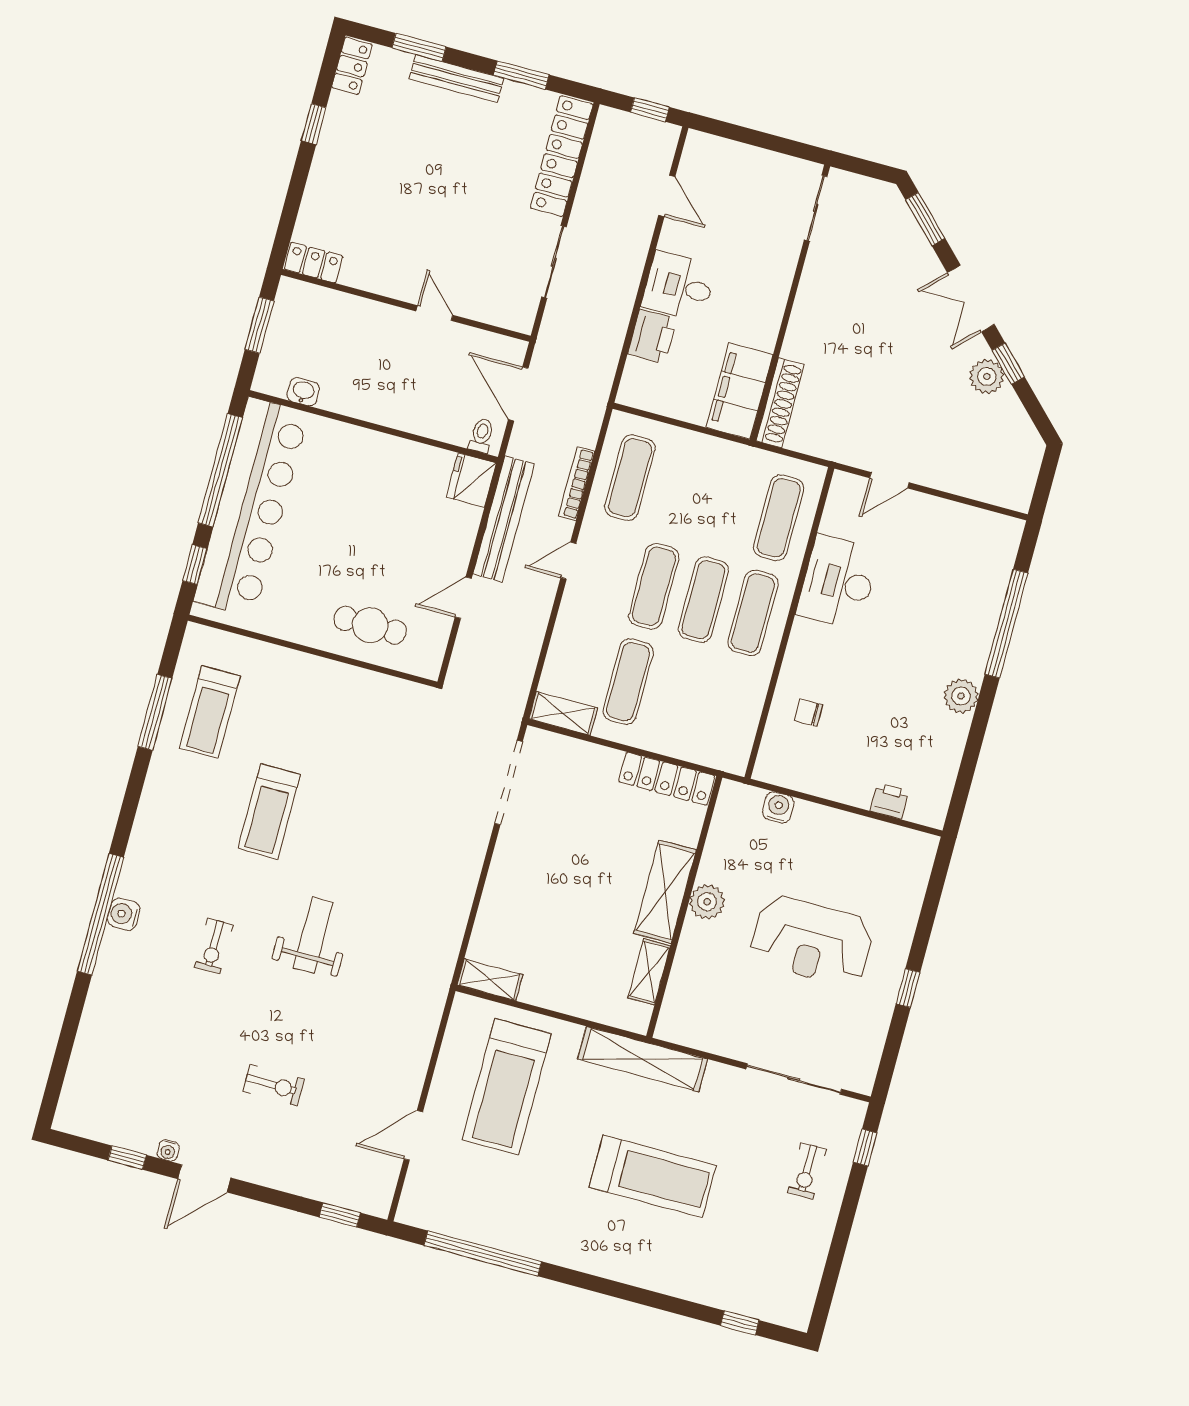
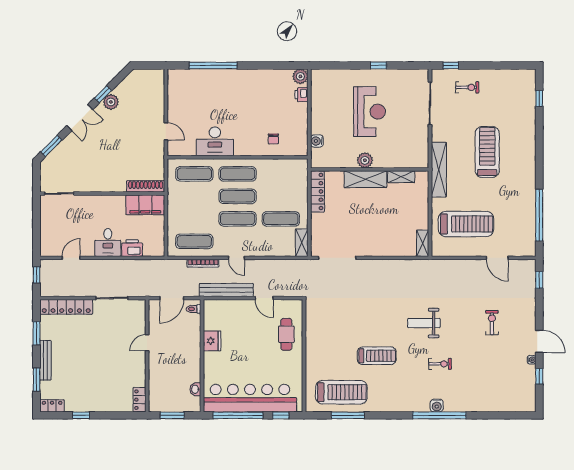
fridge: (471, 480) -> (212, 341), moved, turned -90
plant: (961, 696) -> (300, 76), moved
treadmill: (210, 712) -> (341, 392), width x1.37, depth x1.38

